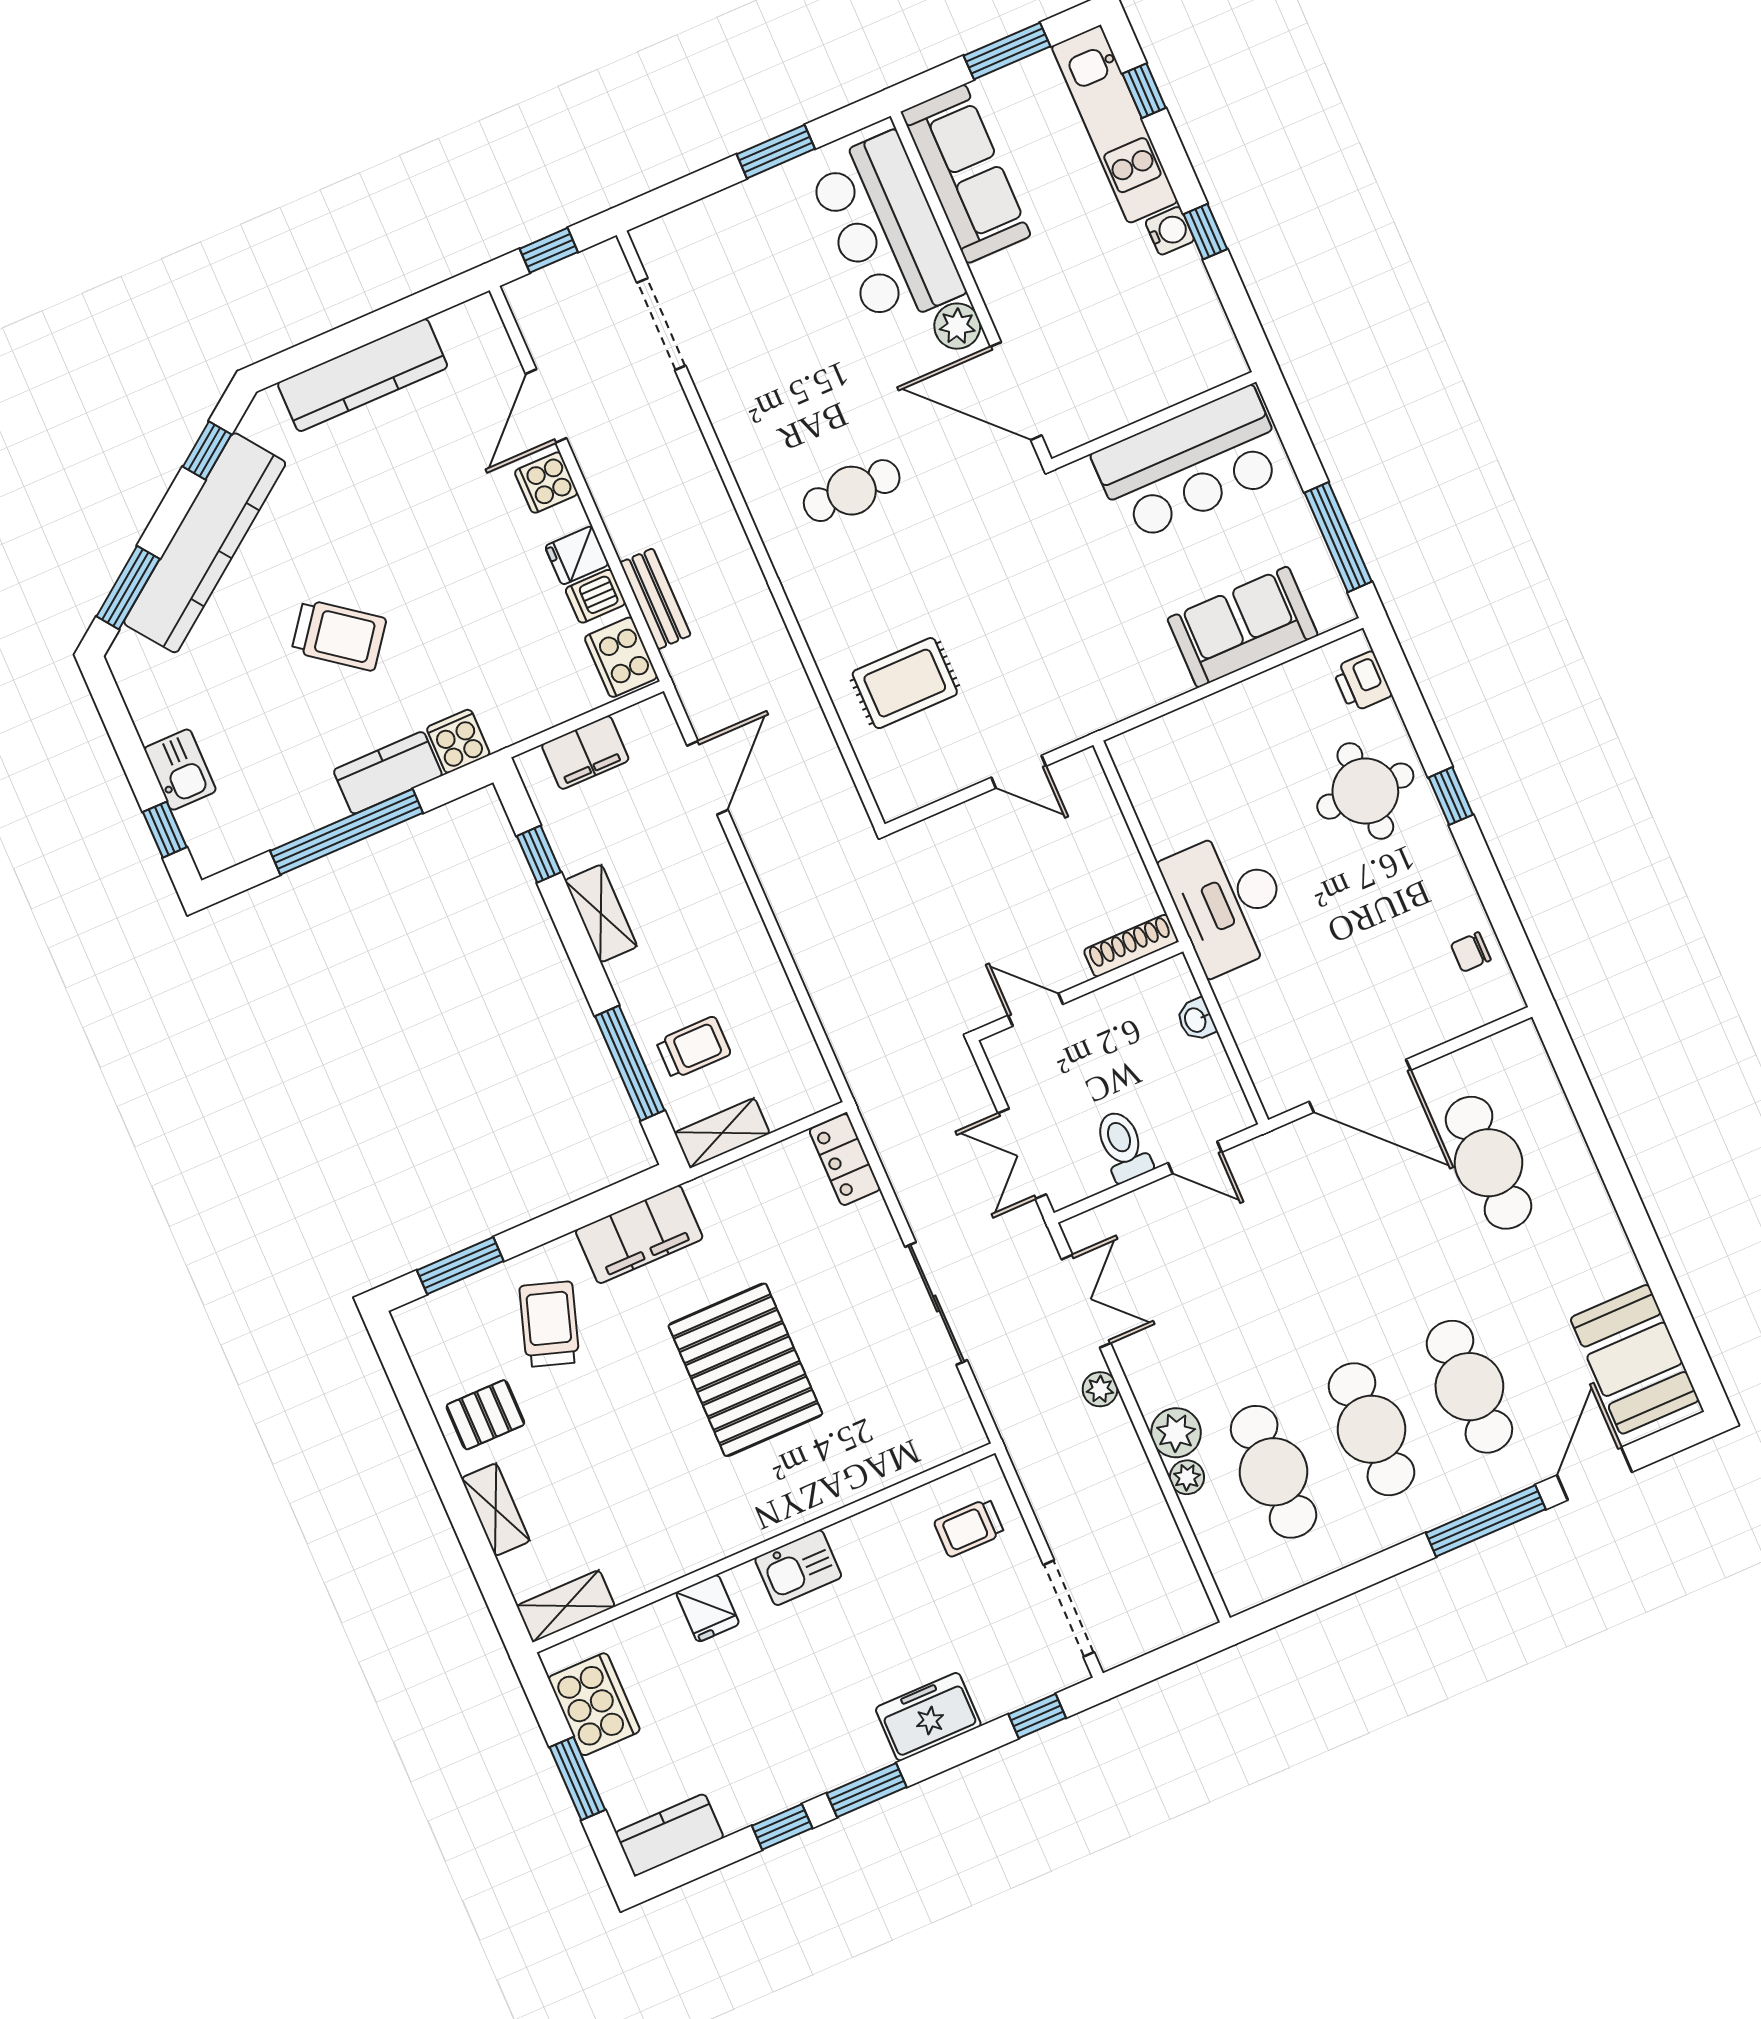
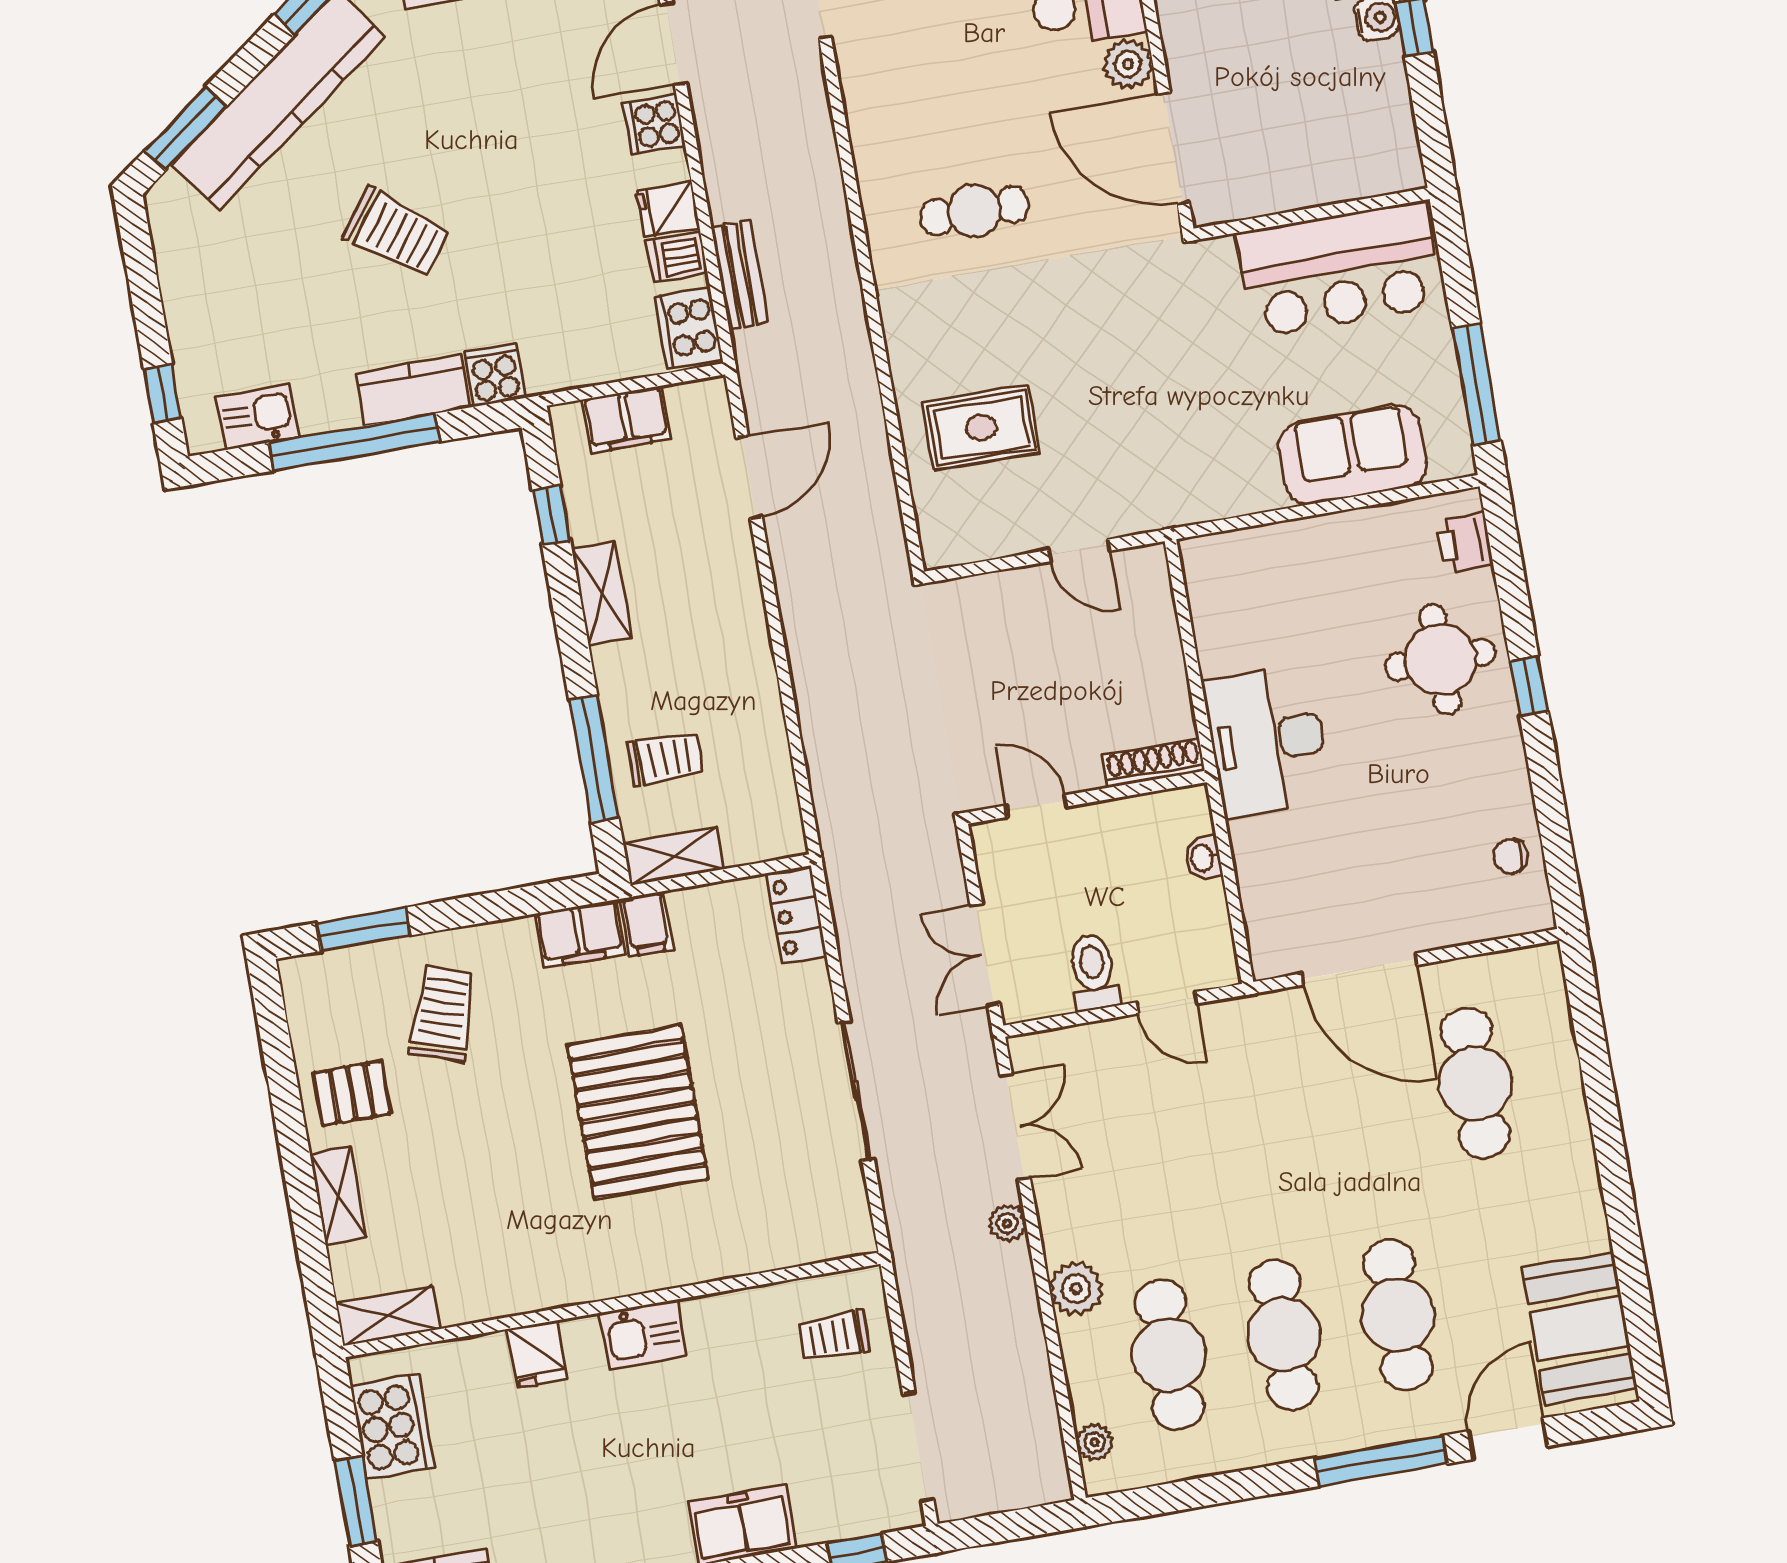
kitchen sink: (180, 770) -> (257, 417), moved, turned -90
filing cabinet: (713, 1200) -> (647, 924), added
filing cabinet: (639, 1234) -> (580, 934), width x0.67, depth x0.86
plant: (1187, 1477) -> (1095, 1442), moved

